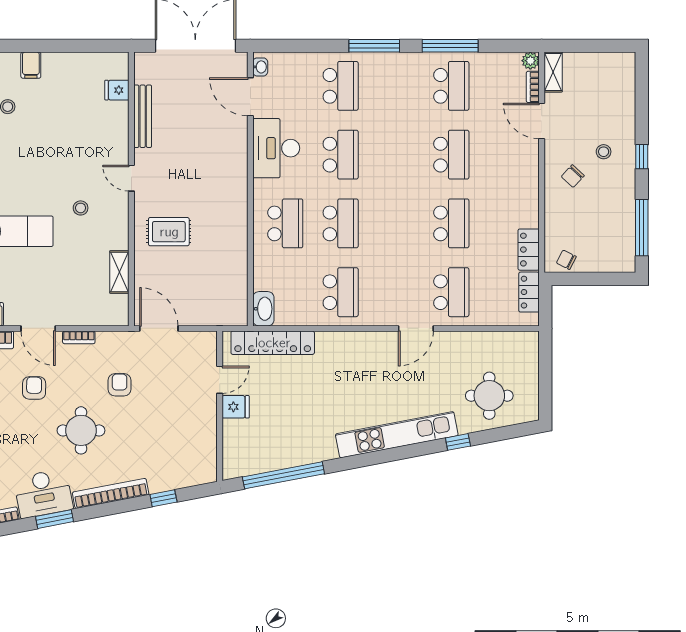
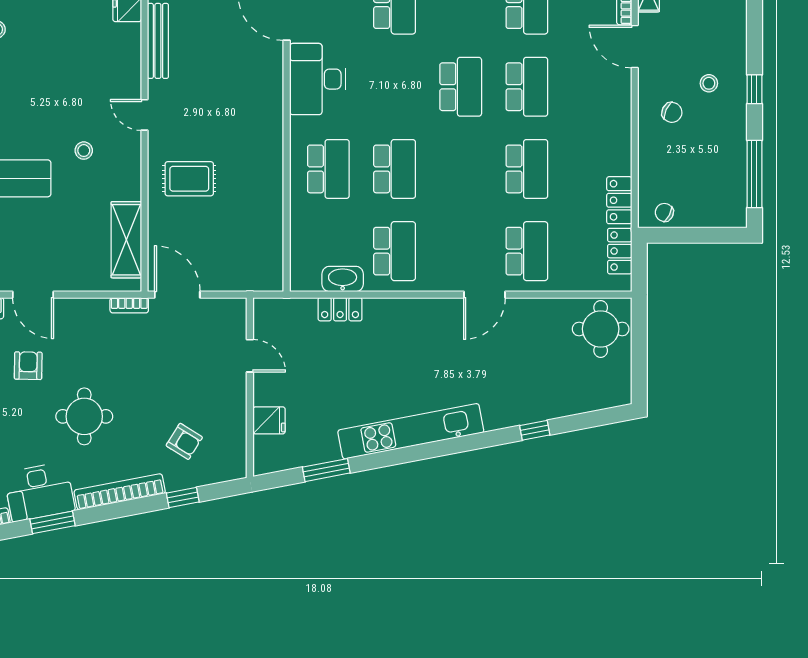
school desk: (341, 155) -> (461, 87), moved
chair: (573, 176) -> (672, 112), turned -108
shelving: (119, 272) -> (126, 240), width x1.50, depth x1.33
washbasin: (263, 309) -> (343, 279), moved, turned -90
bookcase: (79, 337) -> (129, 305), moved
locker: (273, 343) -> (340, 309), width x0.46, depth x0.83
door: (220, 380) -> (250, 356), hinge flipped
armchair: (120, 385) -> (184, 441), moved, turned 122
round table: (489, 396) -> (601, 329), moved
fridge: (236, 407) -> (269, 420), moved
kitchen unit: (397, 435) -> (411, 431), moved
window: (283, 475) -> (326, 470), width x0.47

